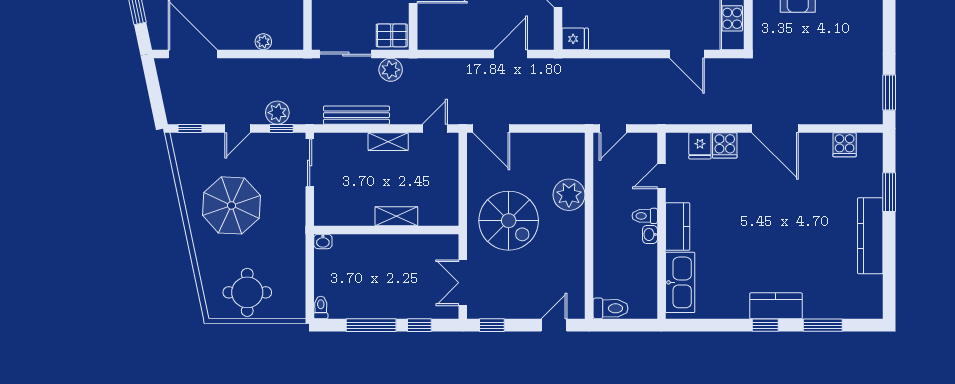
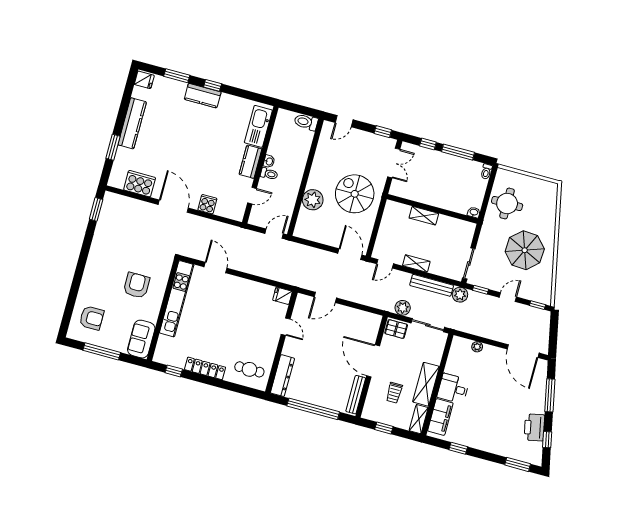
plant: (277, 113) -> (460, 295), moved
cooker: (845, 145) -> (140, 184), width x1.87, depth x1.31
fridge: (700, 146) -> (144, 80), moved, turned 90
round table: (247, 292) -> (507, 203), moved

